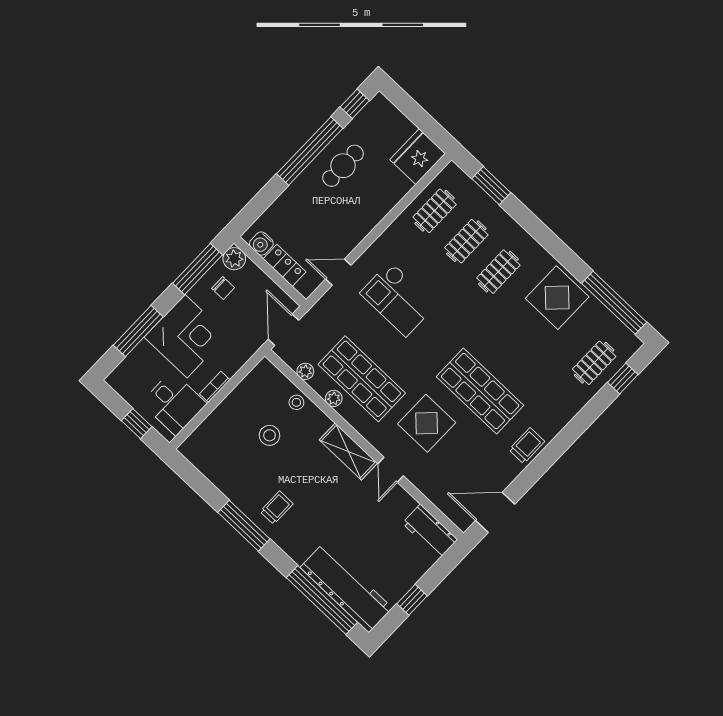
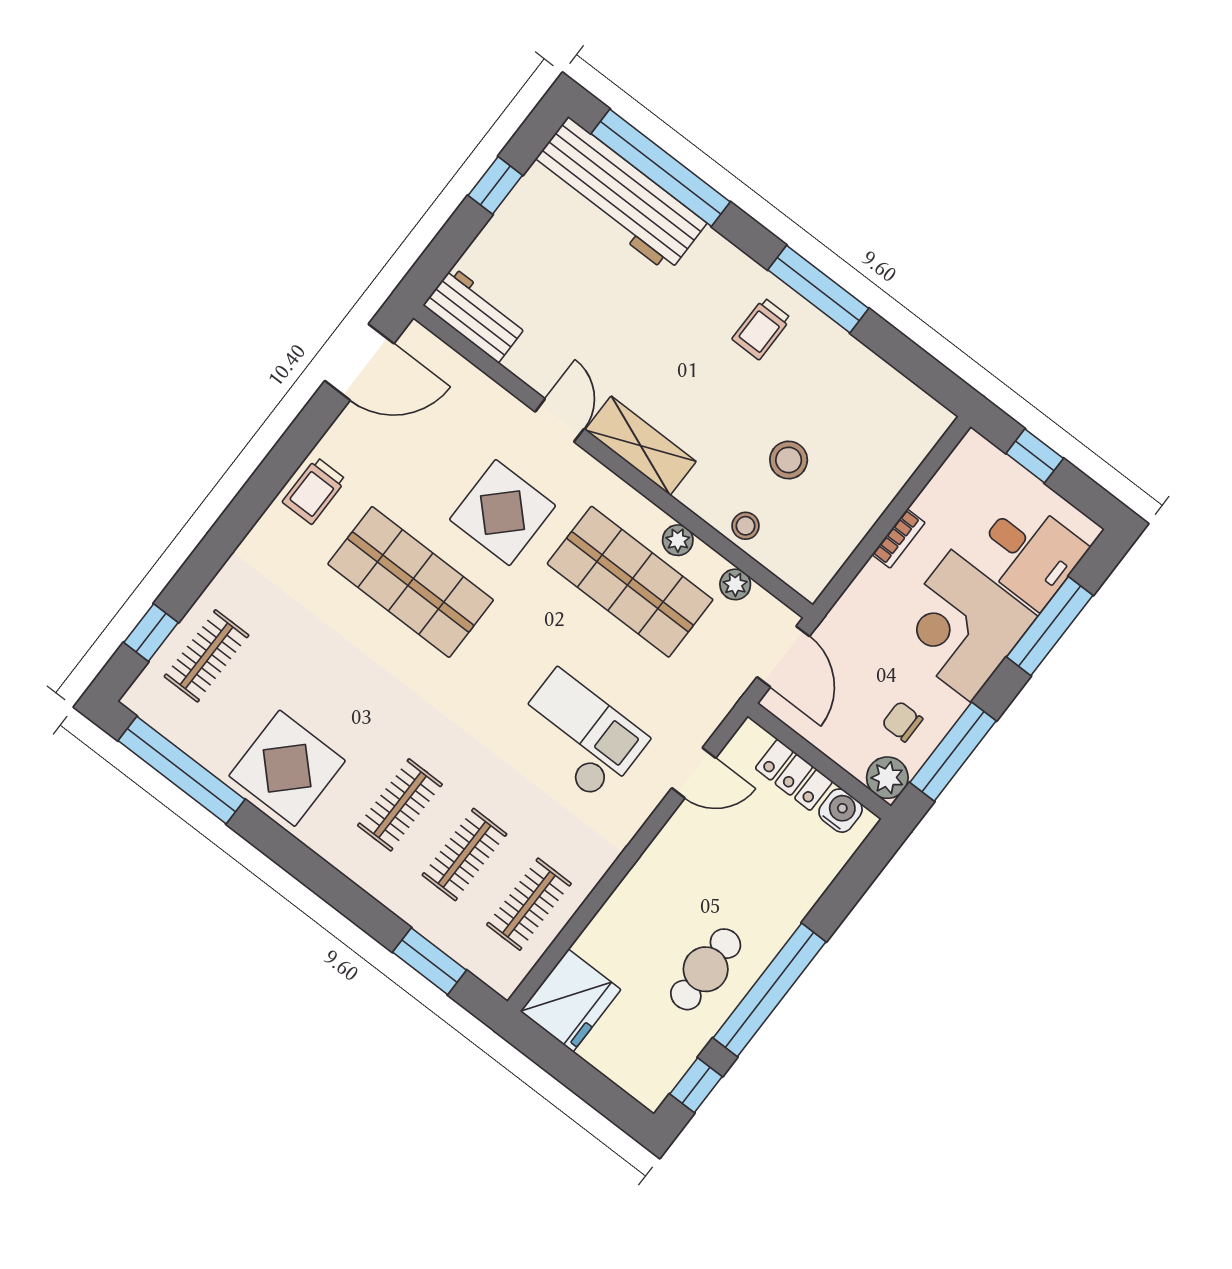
desk: (174, 403) -> (1030, 553), moved, turned 180

